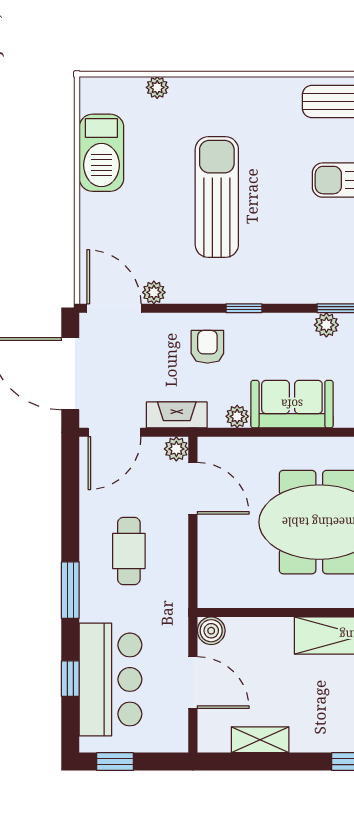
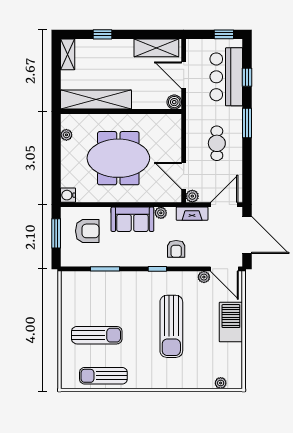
plant: (157, 87) -> (221, 383), moved
barbecue: (101, 153) -> (231, 322), moved
plant: (326, 325) -> (115, 260), removed
shelving: (260, 740) -> (156, 48), width x1.50, depth x1.33

